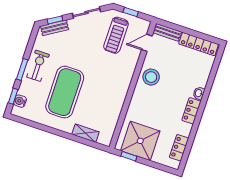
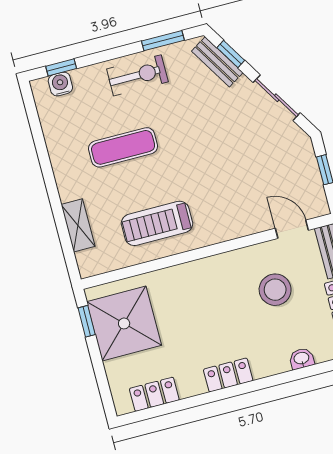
treadmill: (116, 35) -> (157, 223), moved
window: (22, 69) -> (163, 41), moved
stool: (151, 77) -> (275, 290), moved
exercise mat: (65, 92) -> (123, 147), width x0.50, depth x0.69
washbasin: (199, 93) -> (302, 359), moved

